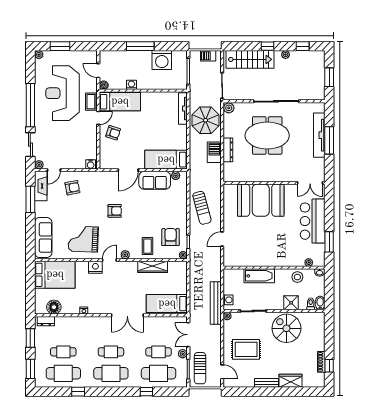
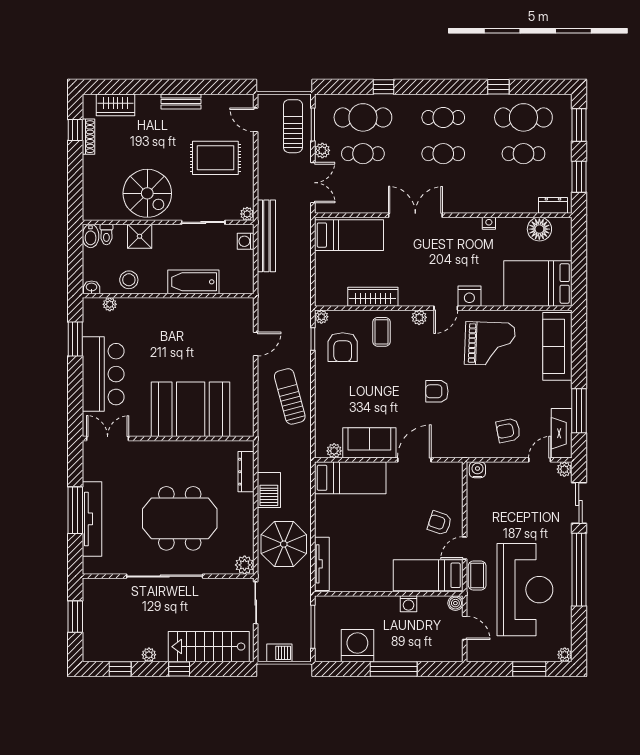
dresser: (228, 150) -> (246, 472), moved
cafe table: (111, 373) -> (443, 117), width x0.73, depth x0.74
wardrobe: (290, 381) -> (116, 105), moved

